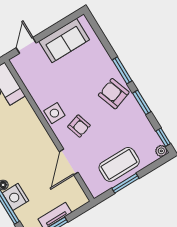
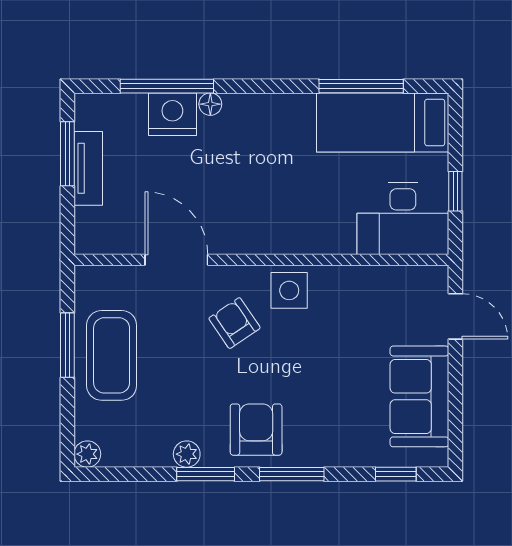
armchair: (114, 94) -> (256, 430), turned -71
plant: (139, 114) -> (187, 454), added
armchair: (79, 126) -> (235, 323), turned 73
window: (163, 137) -> (396, 474), moved

